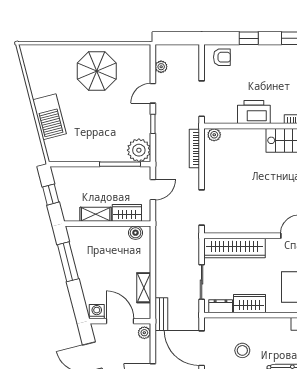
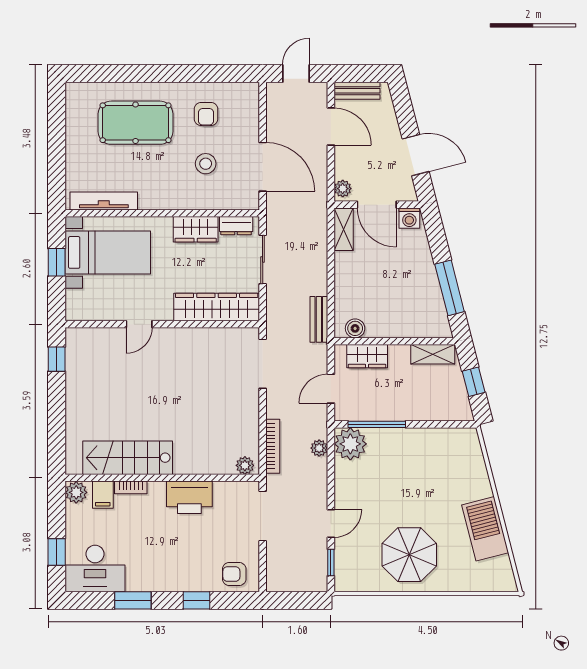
plant: (161, 67) -> (319, 448), moved
barbecue: (49, 117) -> (485, 529), moved
window: (153, 124) -> (331, 563), moved
shelving: (96, 214) -> (433, 354), moved
shelving: (144, 288) -> (344, 229), moved
bench: (161, 314) -> (319, 319), moved

